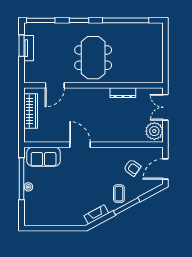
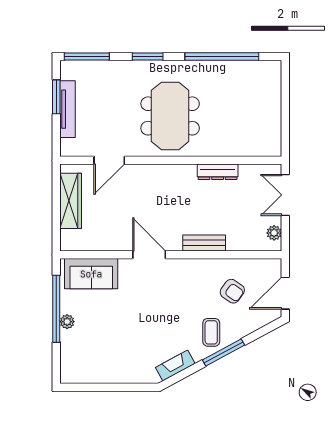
tv unit: (29, 48) -> (68, 109), width x1.41
plant: (154, 131) -> (274, 233), width x0.53, depth x0.53
bench: (115, 137) -> (204, 243), added

